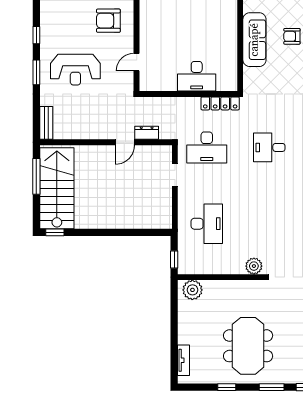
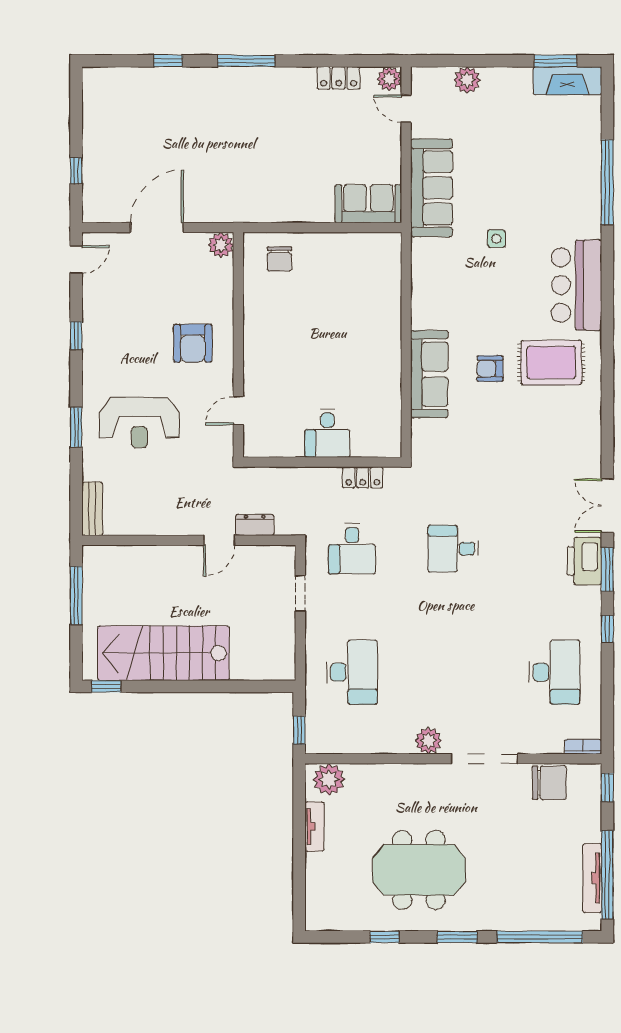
armchair: (108, 21) -> (193, 343), turned -90
window: (36, 35) -> (76, 336), moved
desk: (197, 76) -> (327, 433), width x0.73
locker: (220, 103) -> (363, 477), width x0.66
desk: (207, 147) -> (352, 549), width x0.73
stairs: (57, 188) -> (163, 653), moved, turned -90
meeting table: (248, 346) -> (419, 870), turned 90
tv unit: (184, 360) -> (314, 826), moved

